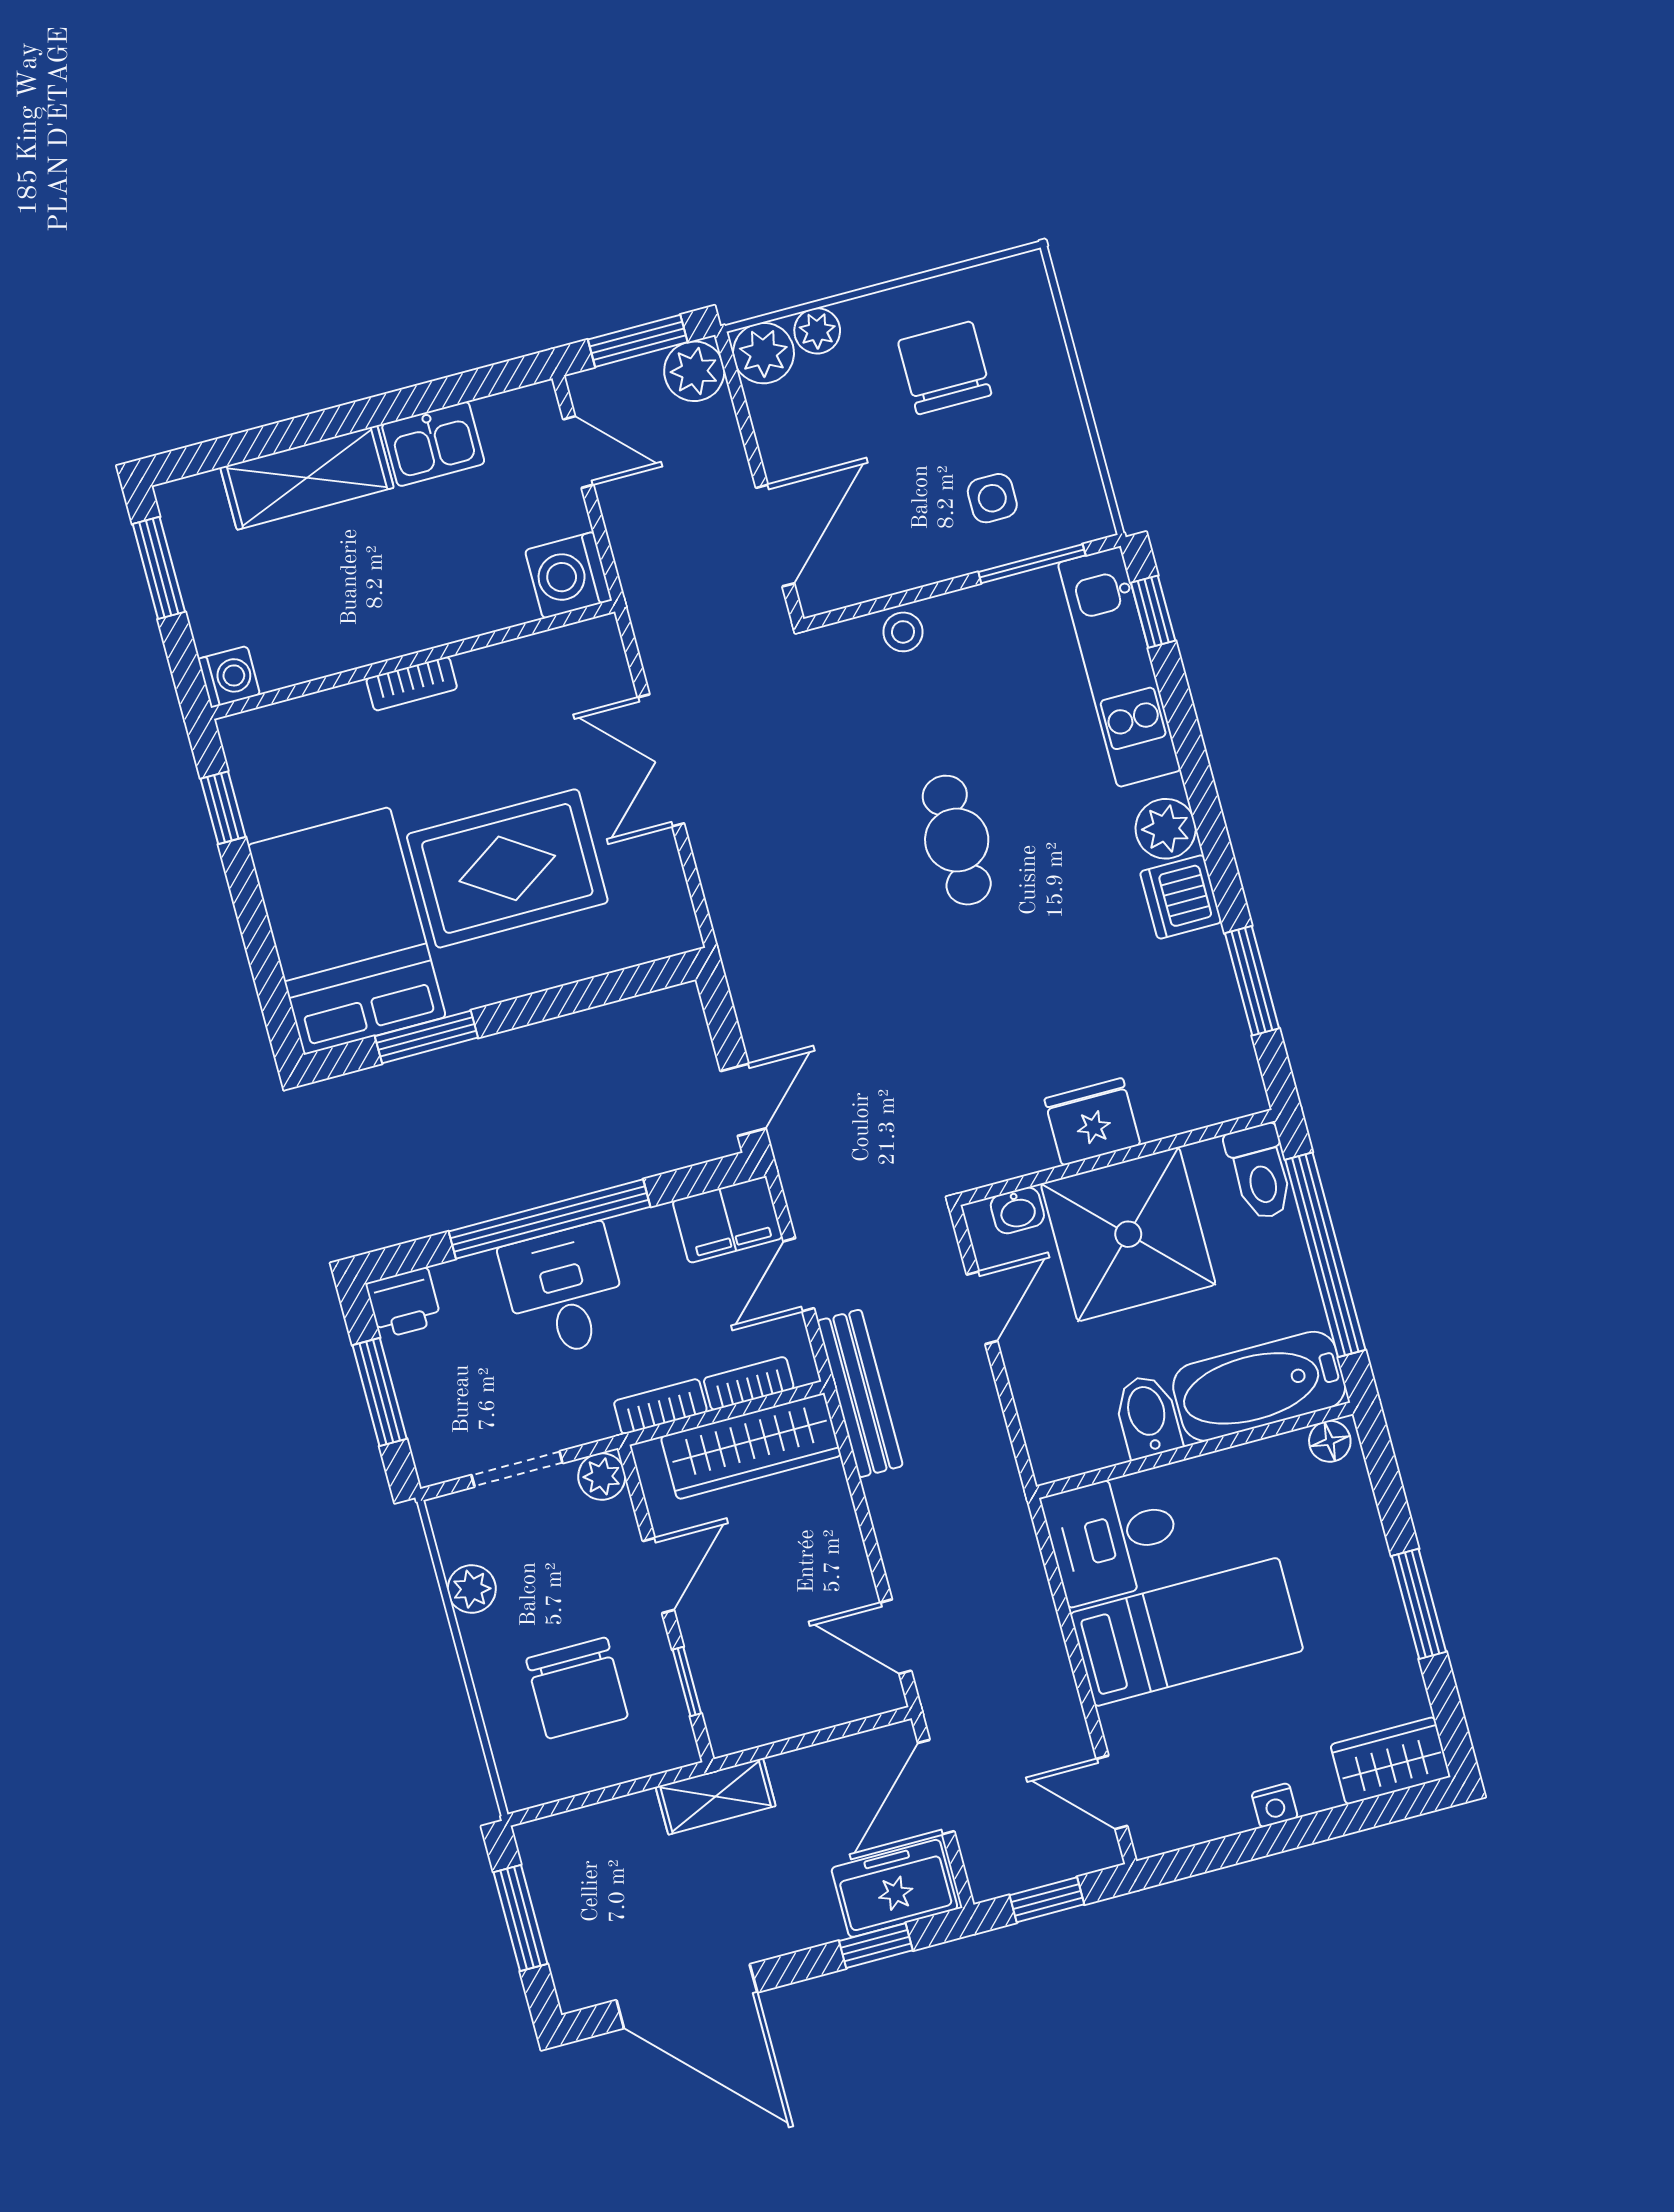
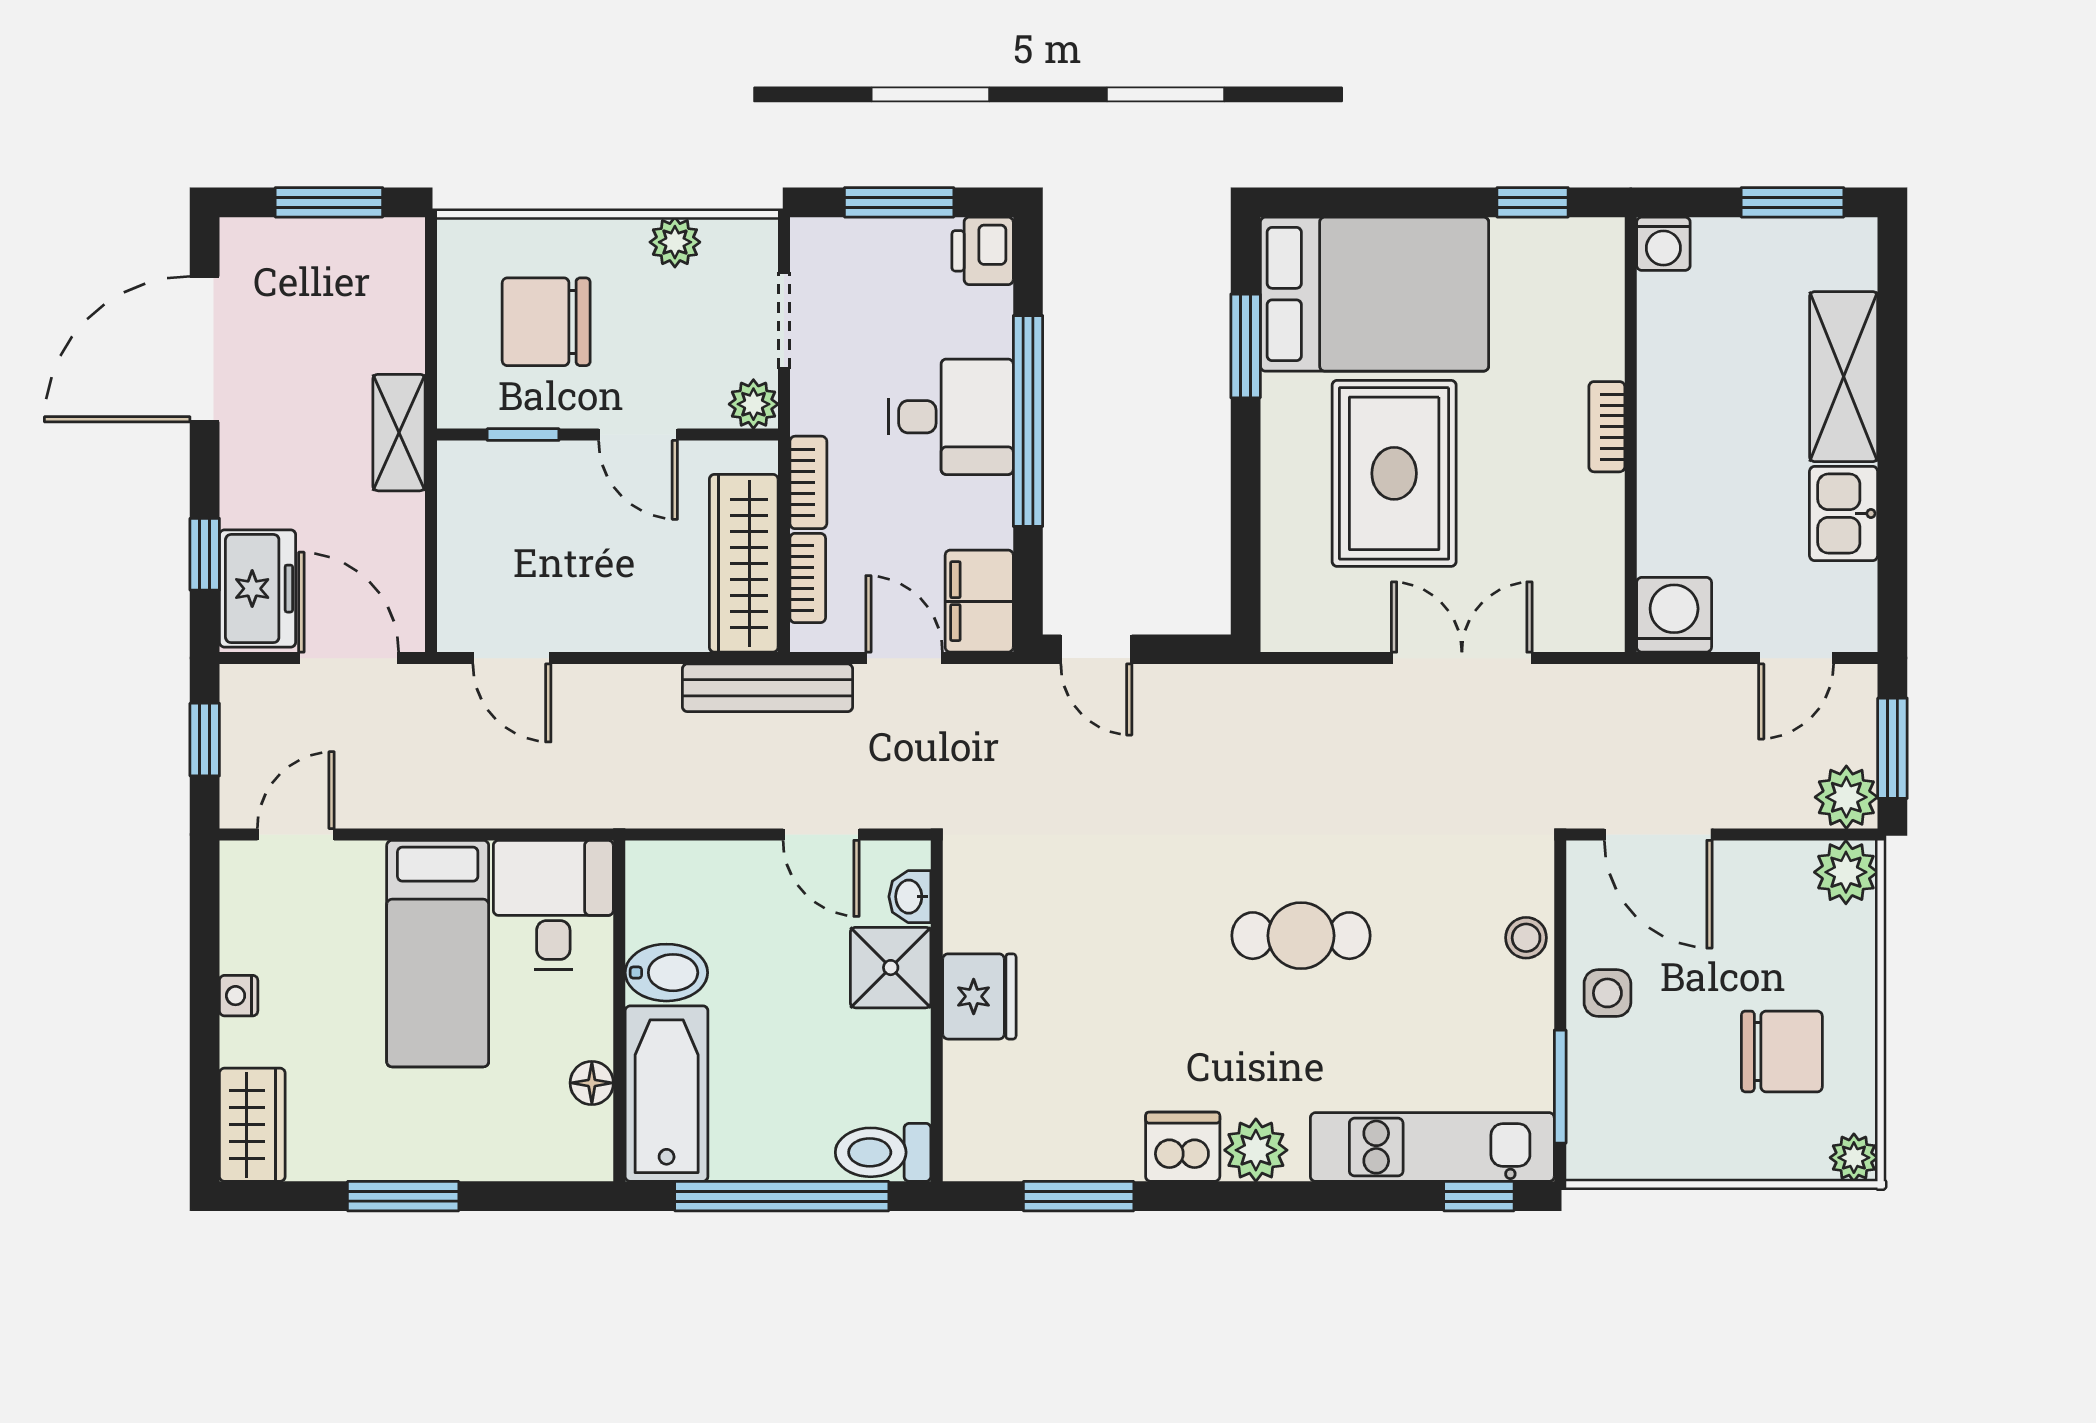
plant: (817, 331) -> (1854, 1158), moved
side table: (992, 498) -> (1607, 993), moved
shower: (1128, 1234) -> (891, 968), width x0.54, depth x0.54
floor lamp: (1330, 1441) -> (592, 1083), moved
door: (896, 1637) -> (512, 658), swing flipped

